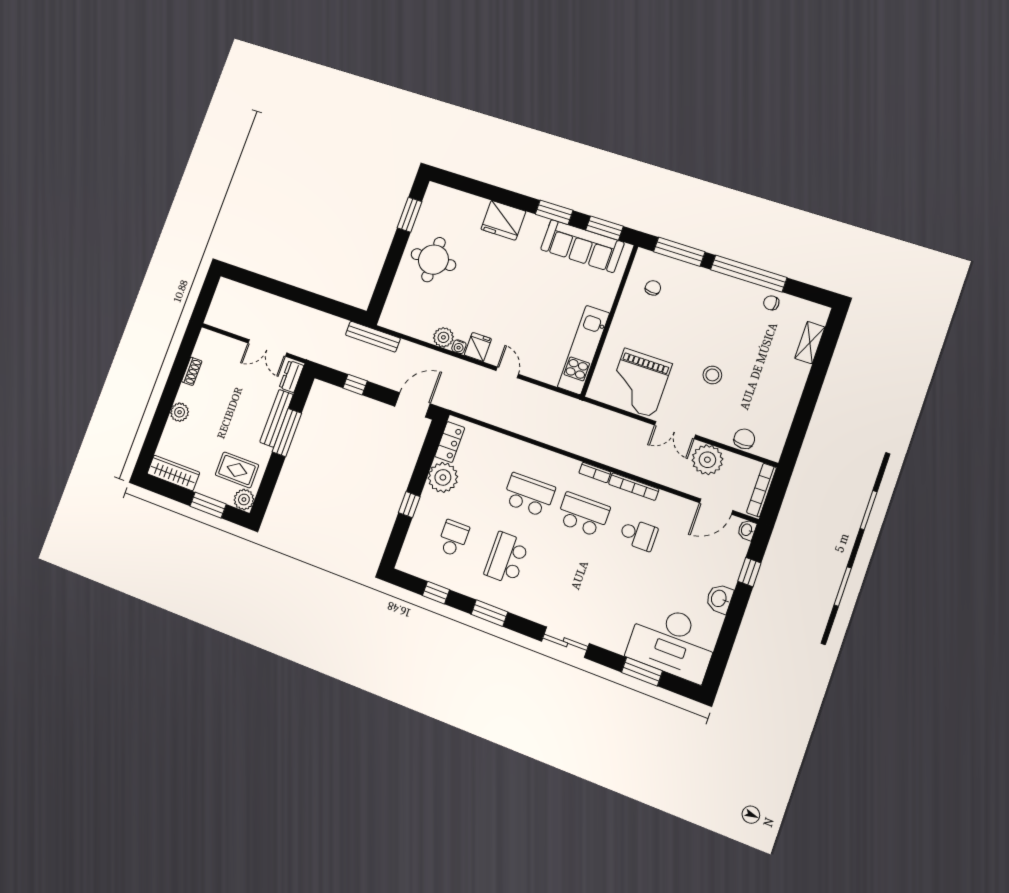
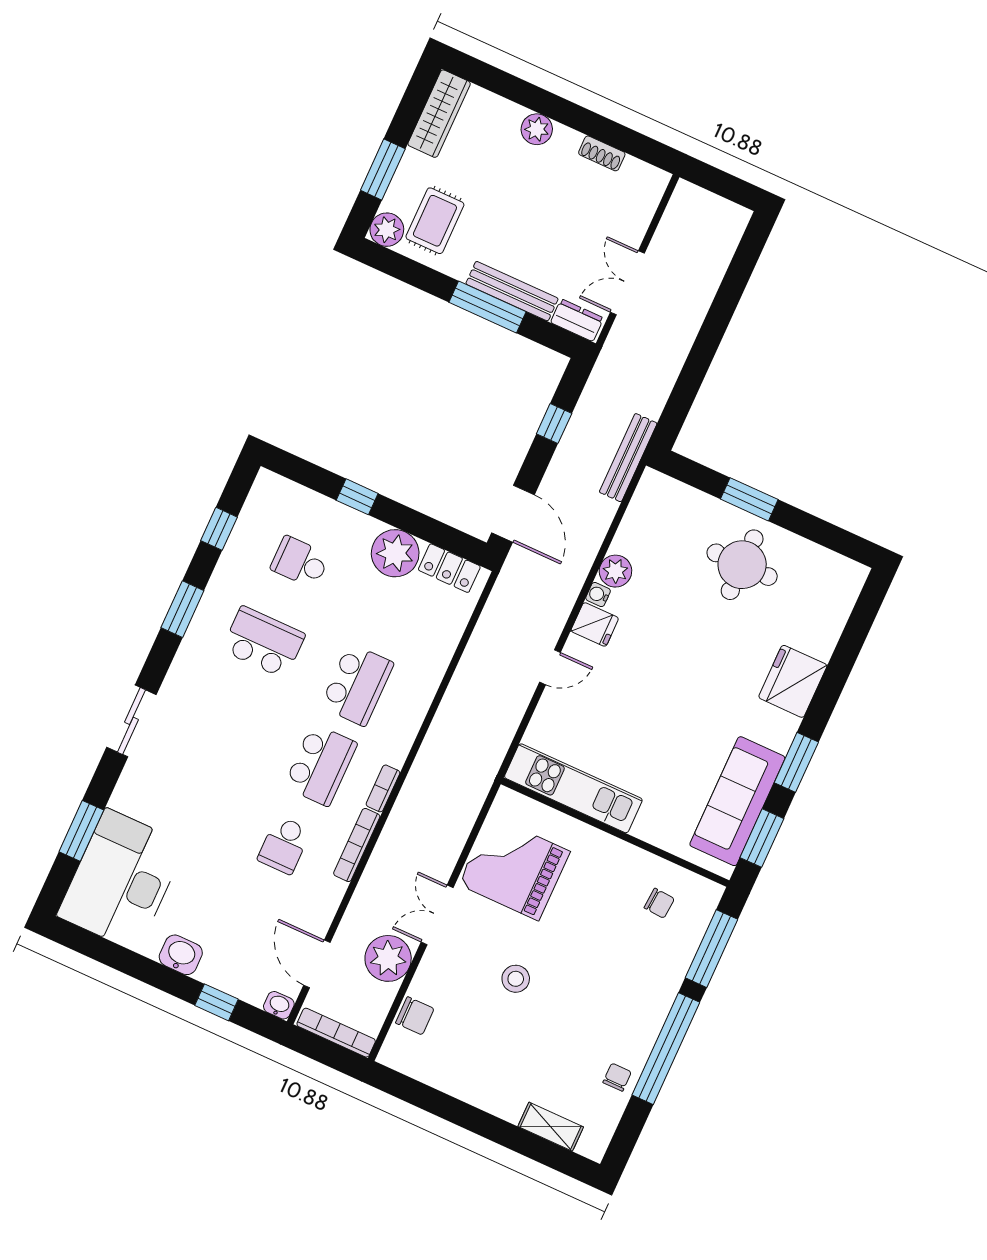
window: (409, 215) -> (749, 499), moved
school desk: (453, 538) -> (300, 562), turned 180

